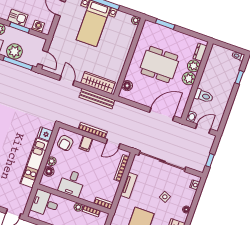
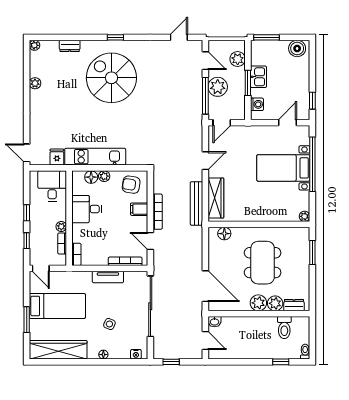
toilet: (204, 96) -> (284, 328), moved
fridge: (45, 134) -> (57, 157), moved

